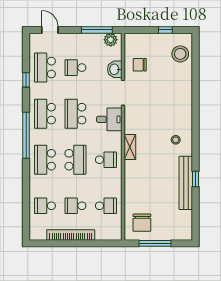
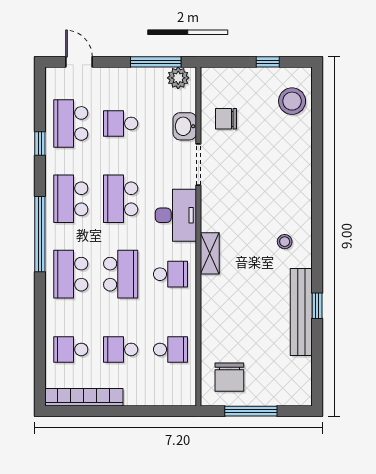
desk: (109, 119) -> (176, 215), width x1.37
bookcase: (71, 235) -> (84, 397), moved

